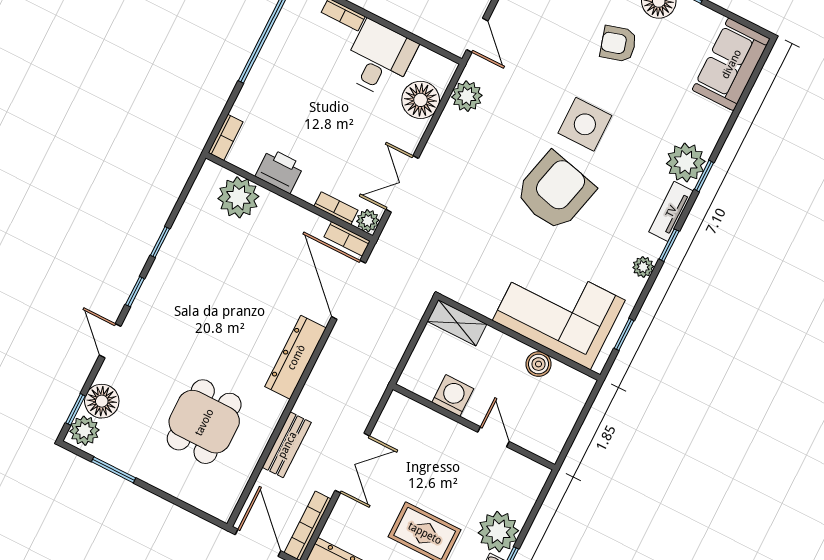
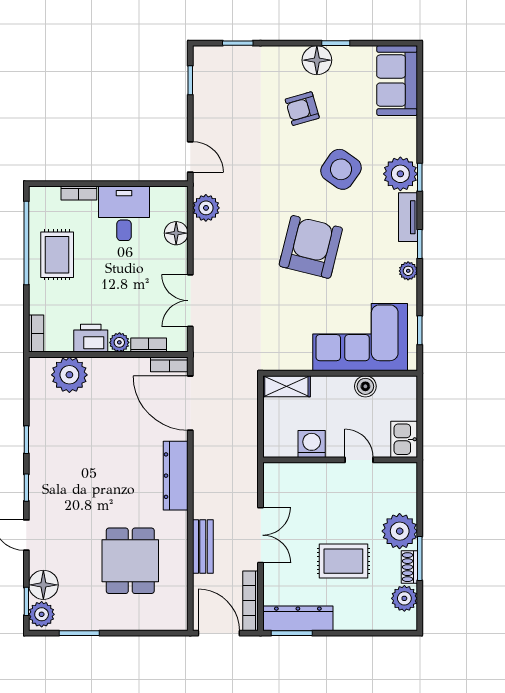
rug: (288, 67) -> (57, 255), added
floor lamp: (421, 100) -> (176, 233), width x0.73, depth x0.73
side table: (585, 124) -> (341, 169), moved, turned 35
plant: (368, 221) -> (119, 342), moved
kitchen sink: (551, 439) -> (404, 439), added

